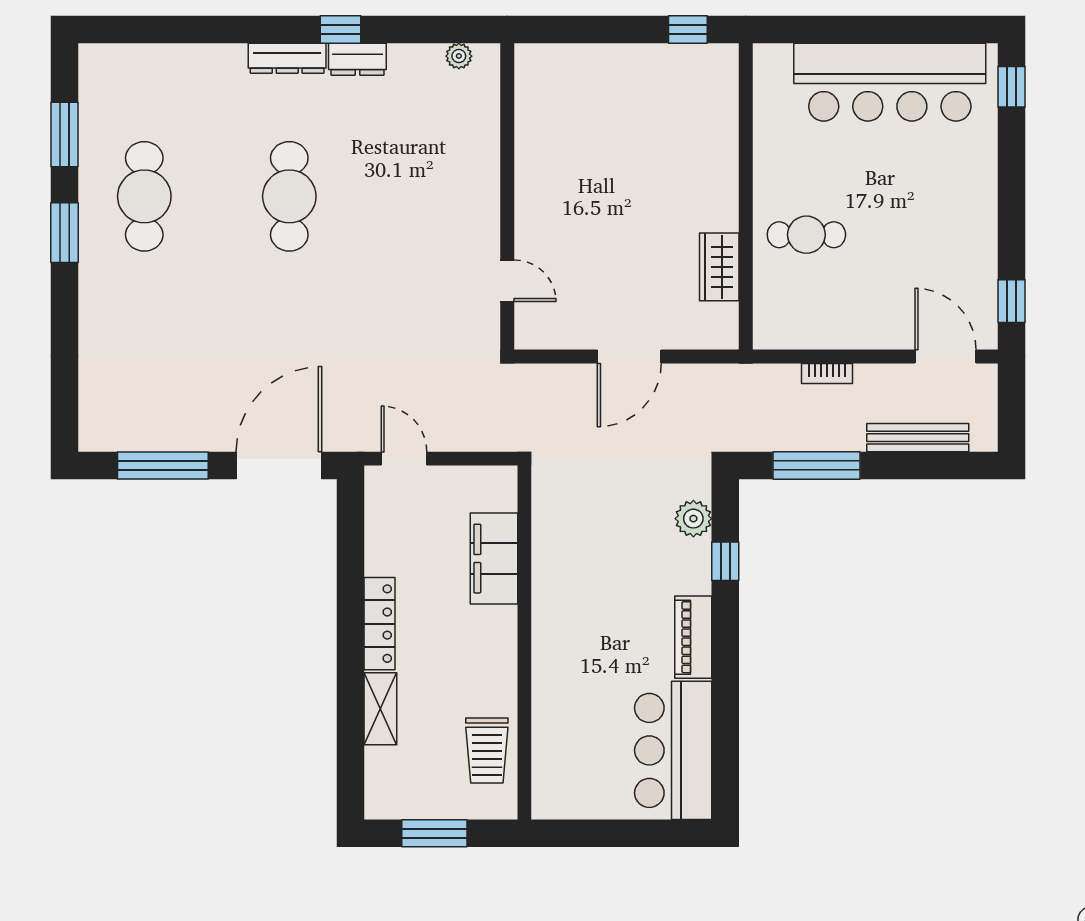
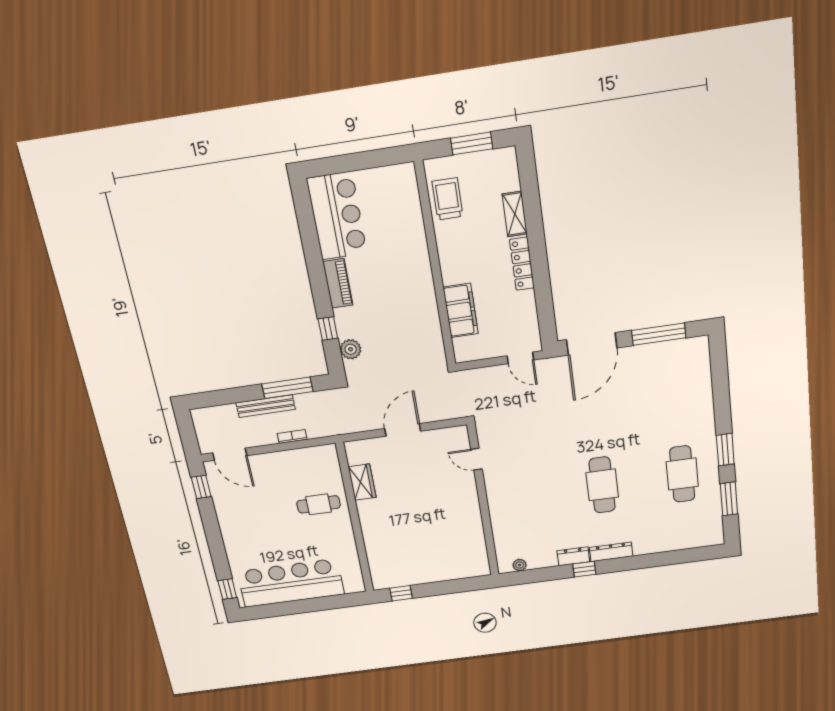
bench: (918, 438) -> (266, 406), moved

